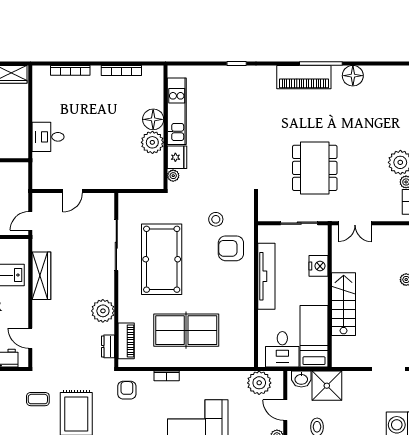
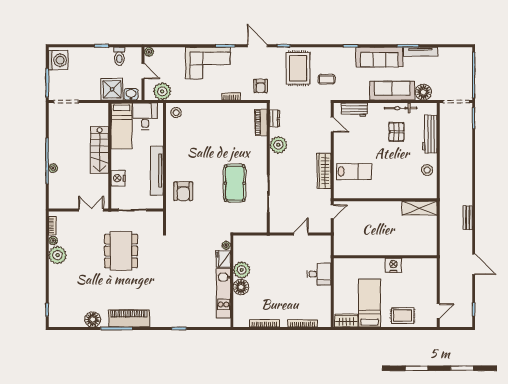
stool: (216, 219) -> (176, 112), moved
armchair: (231, 248) -> (183, 191), turned 90
pool table: (162, 259) -> (235, 183), width x0.73, depth x0.76
table tennis table: (186, 330) -> (216, 131), removed

